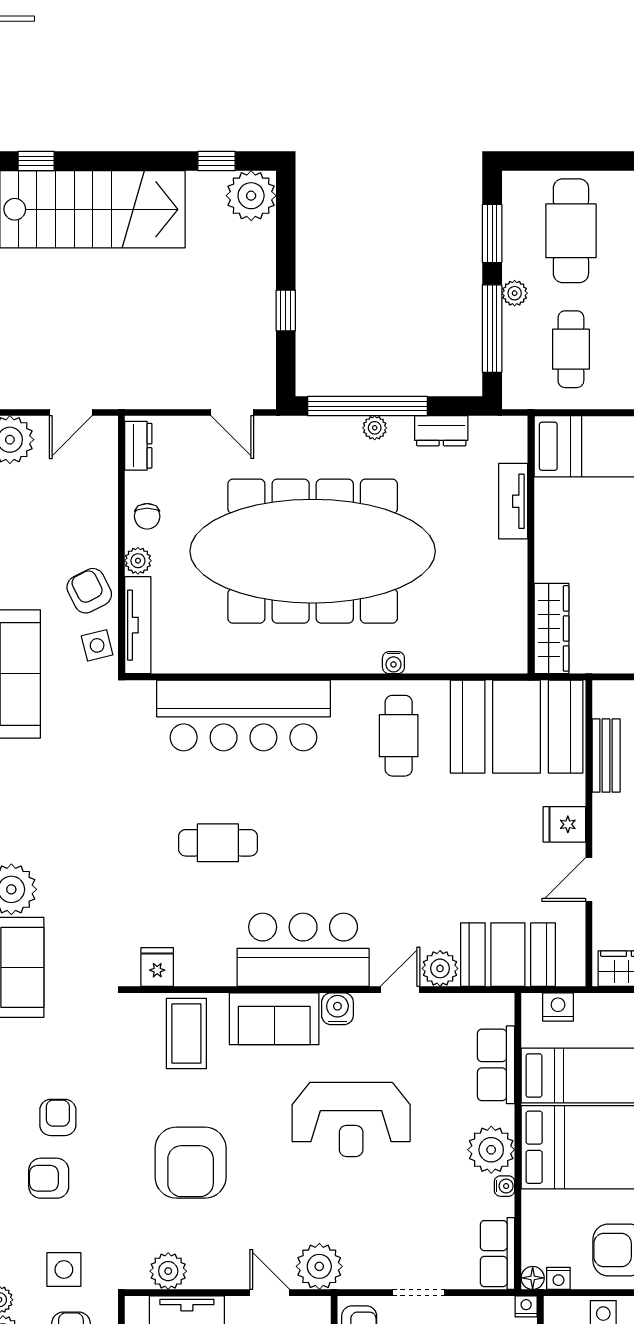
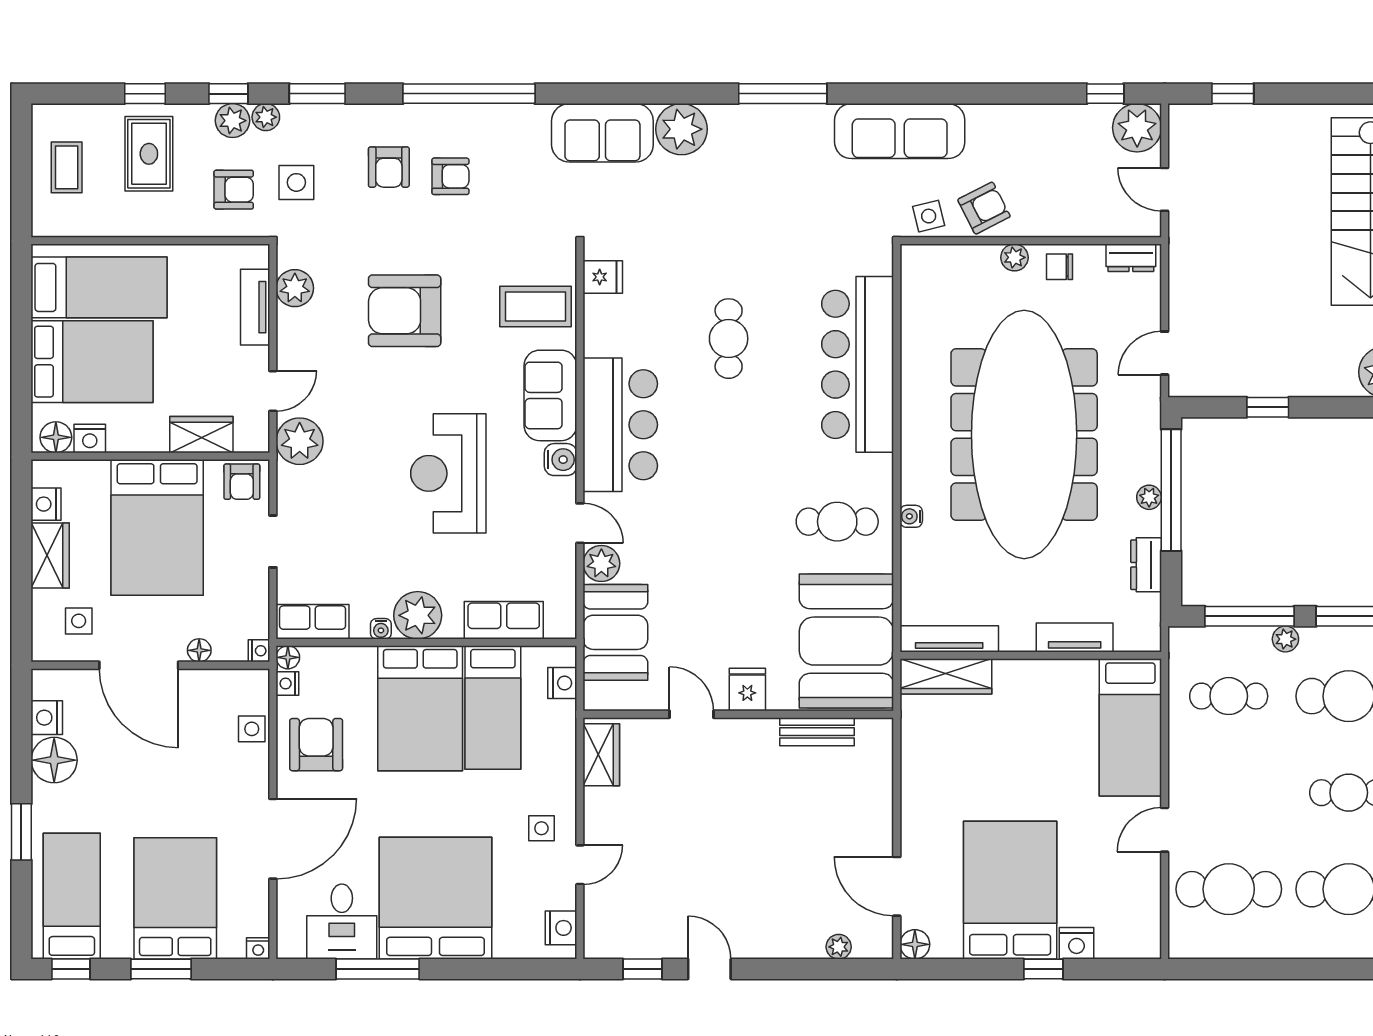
tv unit: (138, 625) -> (949, 639), moved, turned 180
armchair: (49, 1178) -> (389, 167), turned 180

